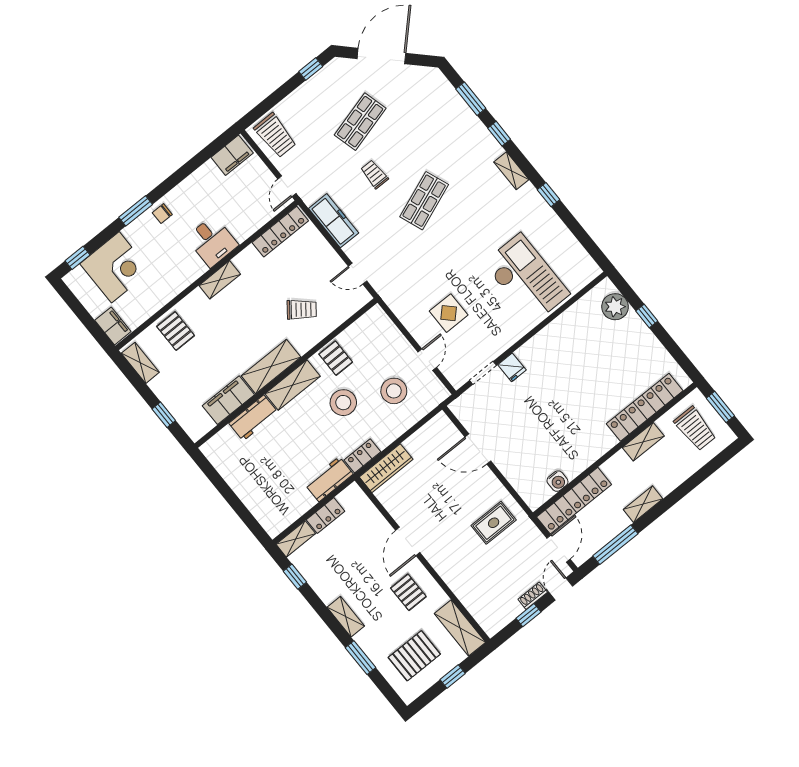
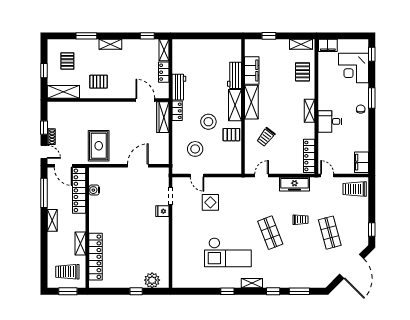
checkout: (526, 278) -> (228, 252), moved
pallet: (176, 331) -> (303, 72), turned 90
rug: (494, 523) -> (99, 146), width x1.36, depth x1.43
door: (408, 541) -> (145, 100), moved
pallet: (414, 656) -> (67, 61), width x0.67, depth x0.71

